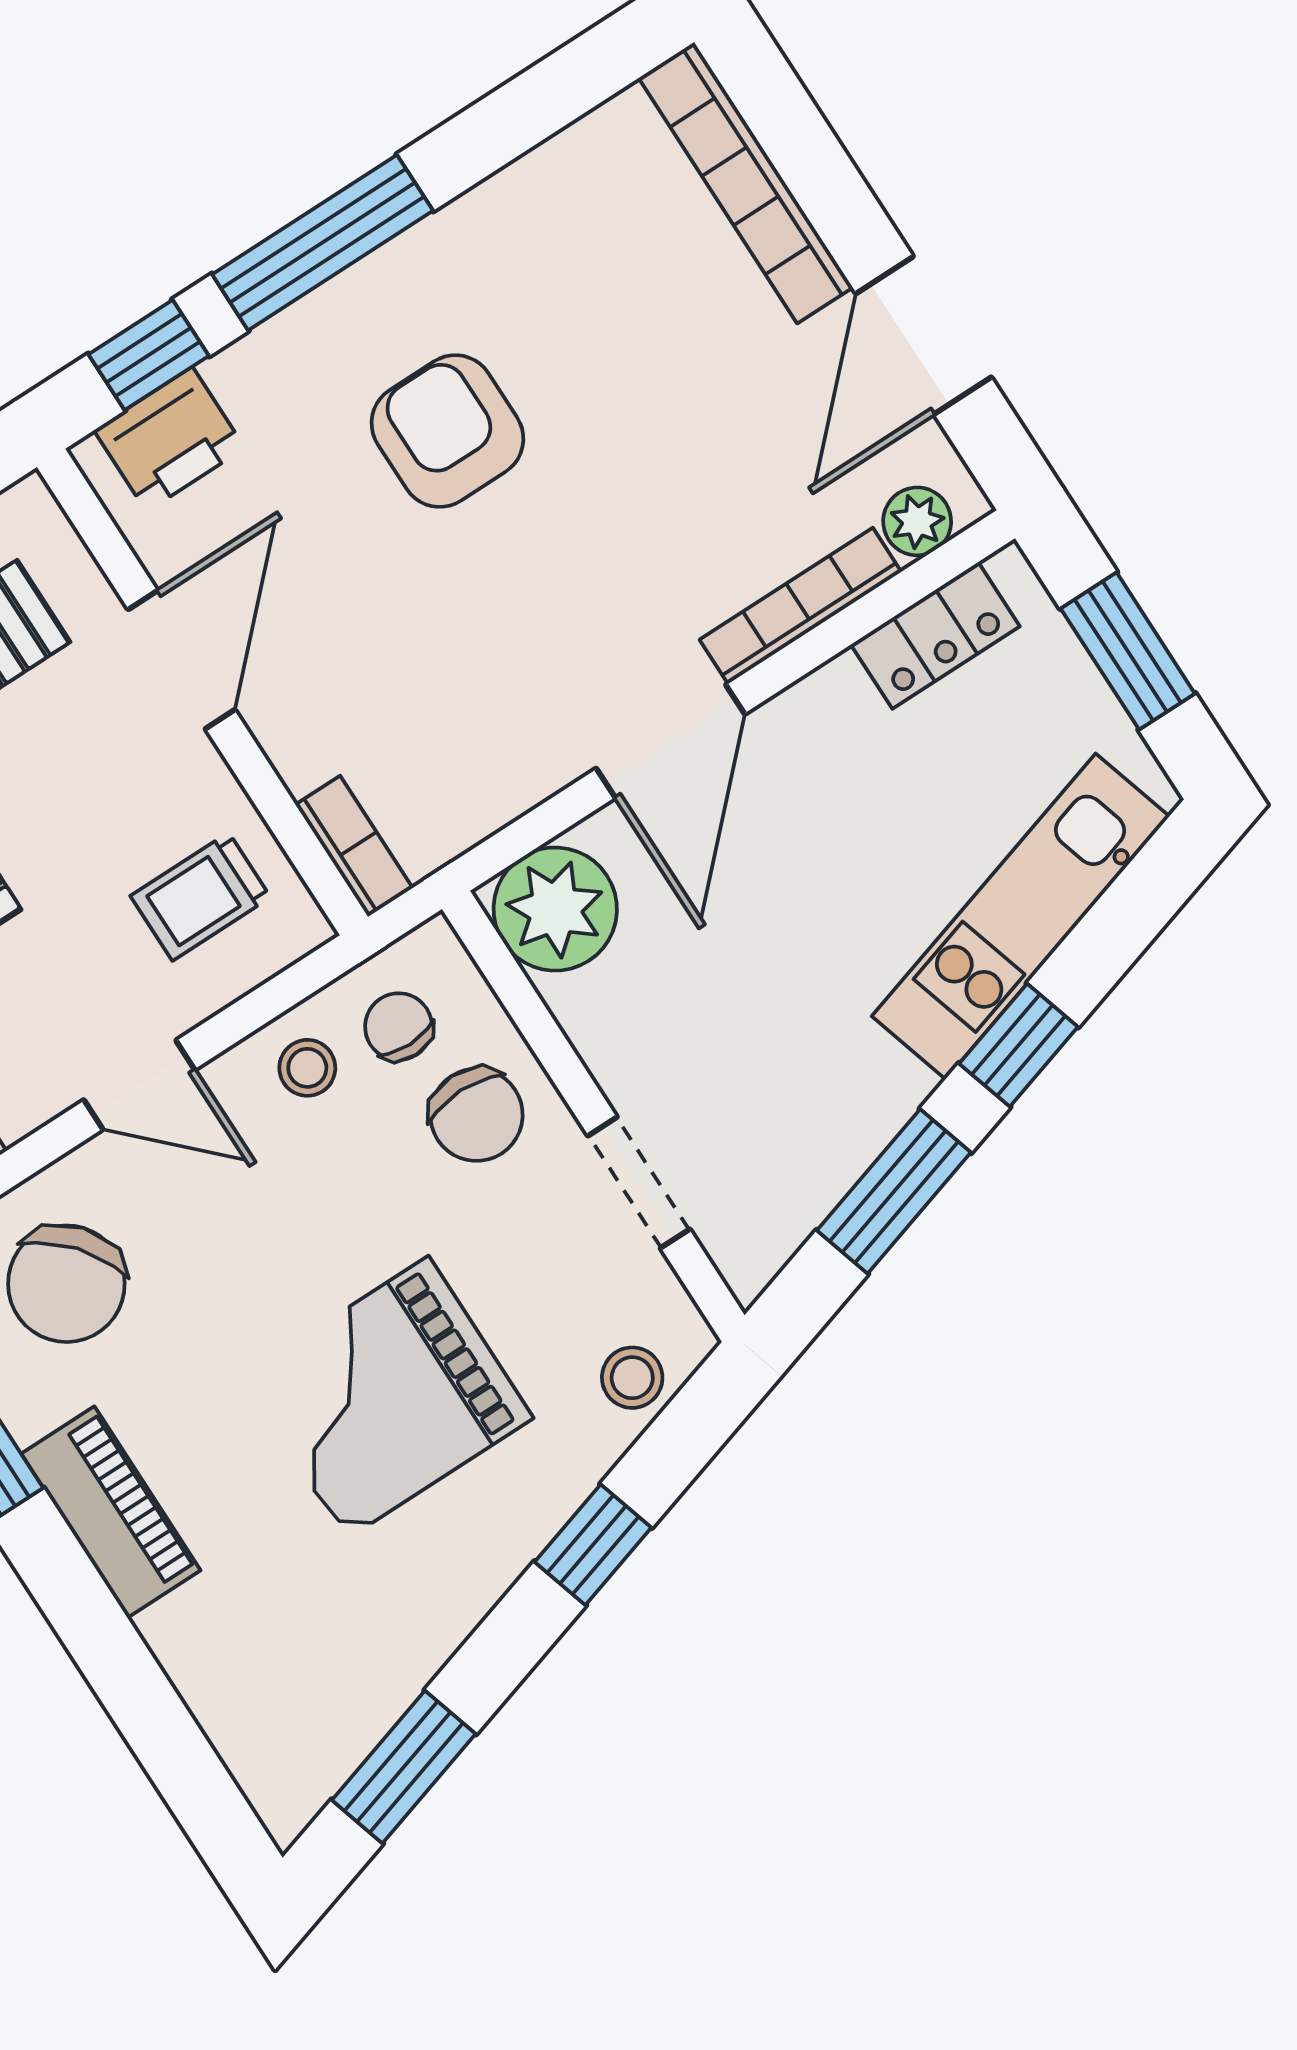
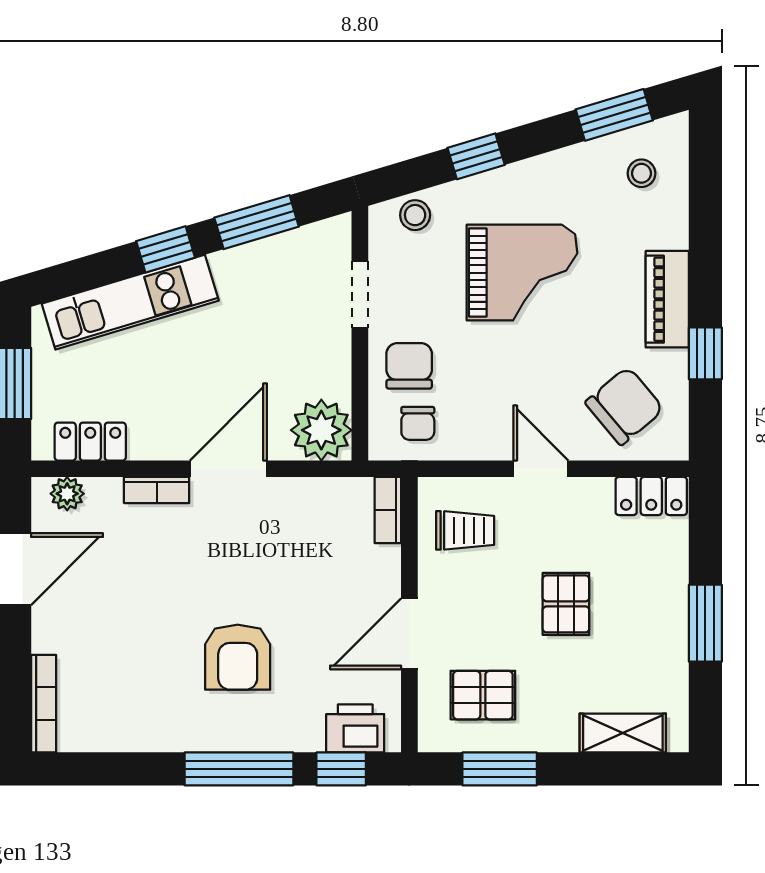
bookcase: (746, 183) -> (44, 704), width x0.68, depth x0.76
bookcase: (800, 606) -> (157, 490), width x0.64
stool: (307, 1068) -> (641, 173), moved

